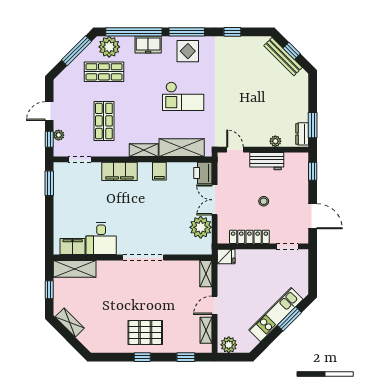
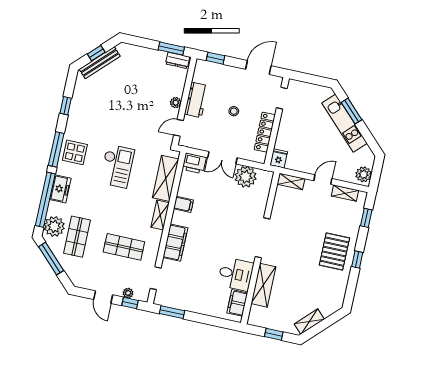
plant: (275, 141) -> (176, 103), moved
shelving: (75, 269) -> (263, 285), moved
door: (215, 305) -> (323, 180), swing flipped

